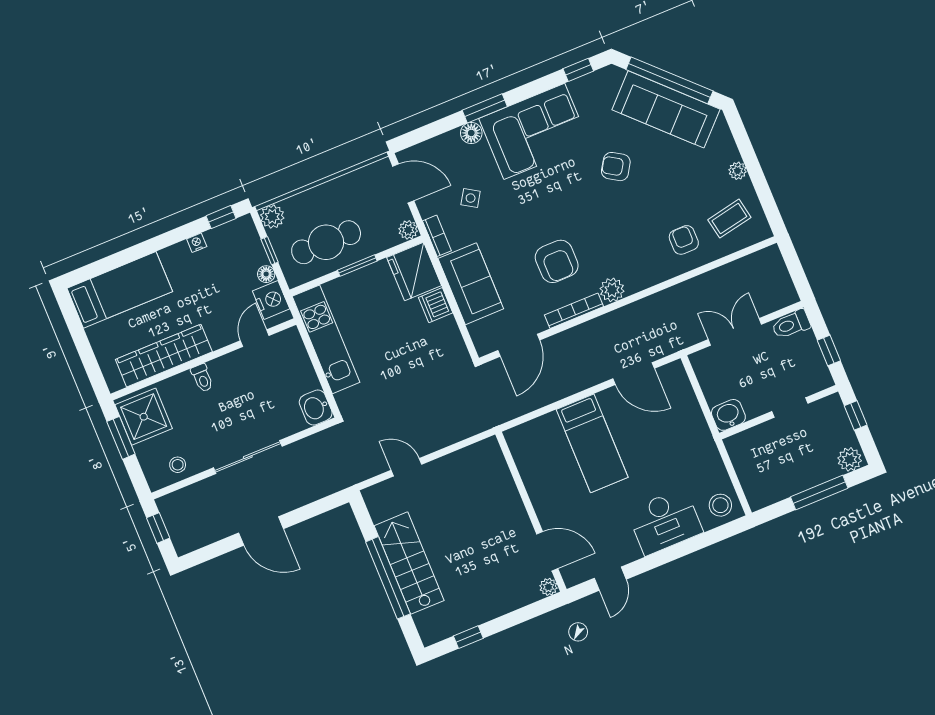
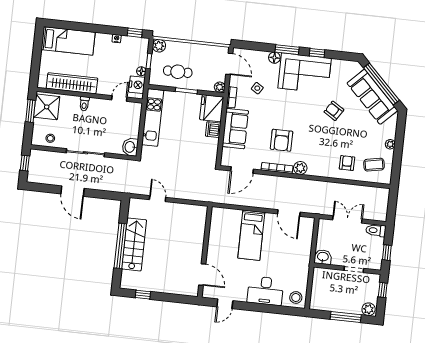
window: (578, 70) -> (317, 53), moved
cafe table: (326, 242) -> (178, 72), width x0.73, depth x0.74
plant: (548, 587) -> (194, 292), removed

